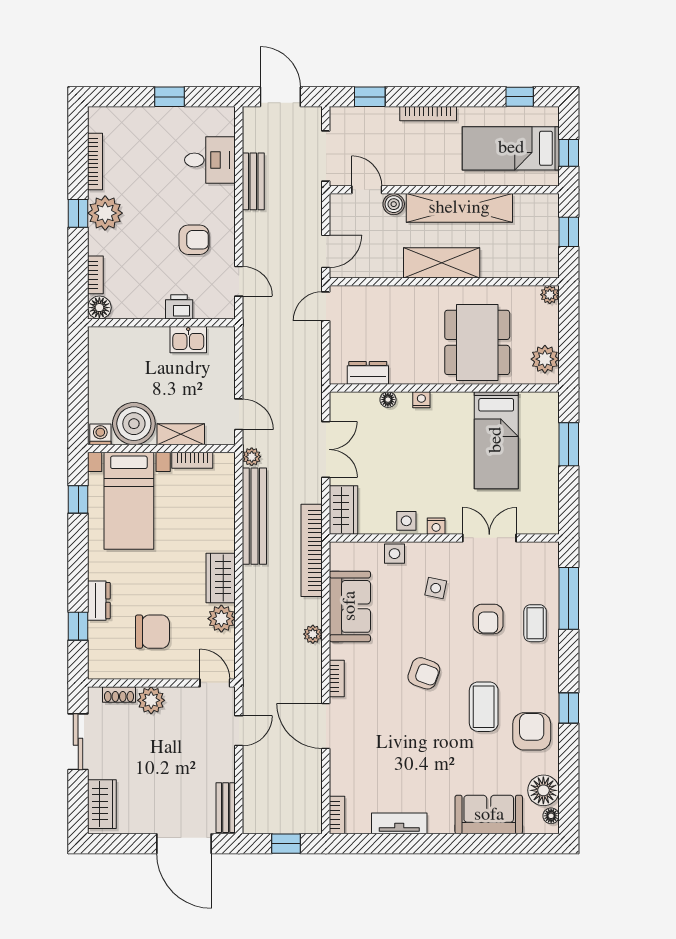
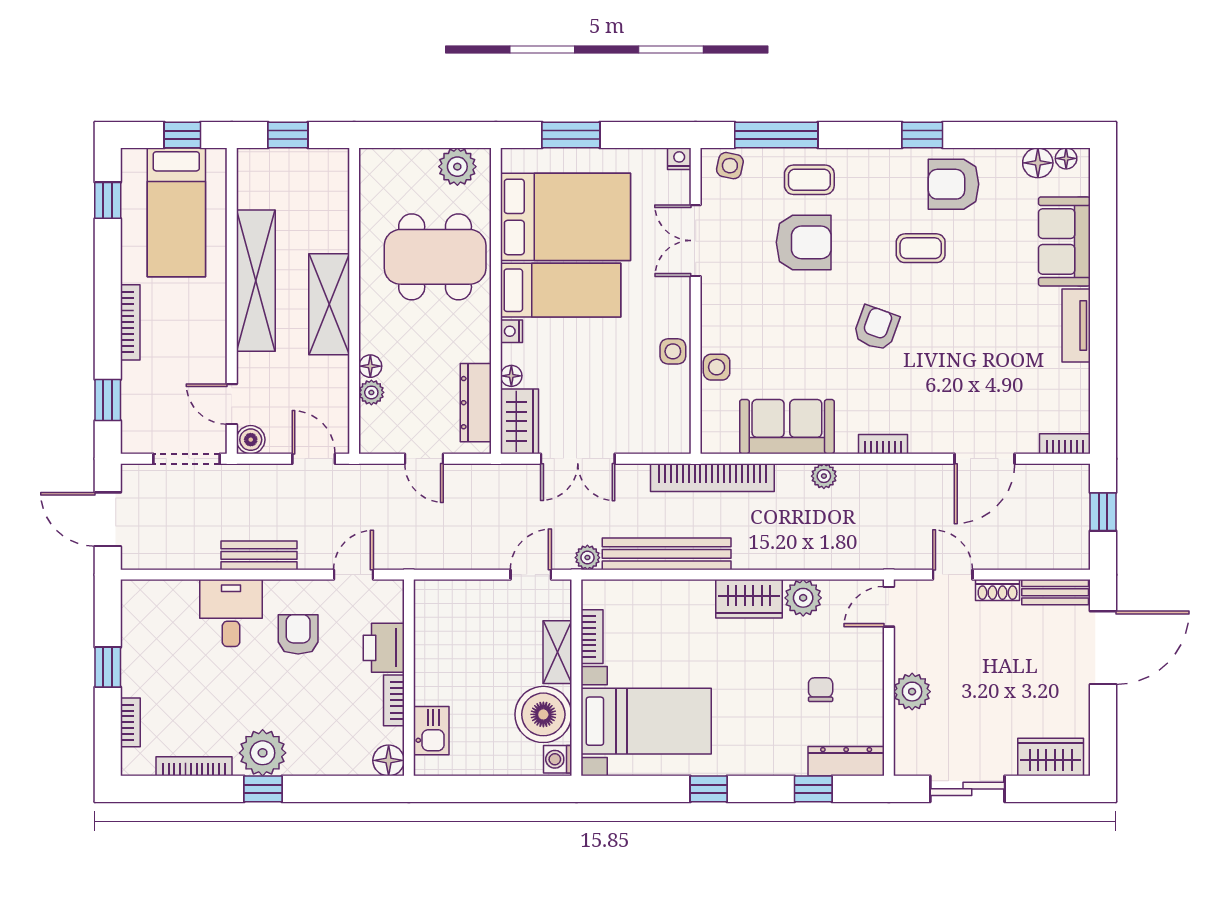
door: (280, 97) -> (108, 519), hinge flipped
bookcase: (128, 114) -> (130, 722), added
desk: (210, 160) -> (231, 613), moved
bench: (253, 181) -> (259, 555), moved
door: (367, 190) -> (232, 404), hinge flipped
boiler: (394, 204) -> (251, 440), moved
bookcase: (95, 275) -> (394, 700), moved, turned -90
floor lamp: (395, 294) -> (370, 366), added
plant: (550, 295) -> (371, 392), moved
door: (326, 306) -> (424, 459), moved
printer: (179, 307) -> (384, 648), width x1.36, depth x1.24
kitchen sink: (188, 340) -> (431, 731), moved
dresser: (368, 373) -> (476, 403), width x1.44
bed: (452, 437) -> (561, 290), added
bed: (496, 440) -> (566, 217), width x1.50
double door: (326, 449) -> (578, 459), swing flipped
window: (78, 499) -> (709, 789), moved
wardrobe: (344, 510) -> (519, 421), moved, turned 90
nightstand: (436, 526) -> (679, 159), moved, turned -90
side table: (436, 588) -> (730, 166), moved
dresser: (99, 601) -> (846, 761), moved, width x1.44
armchair: (488, 619) -> (804, 242), width x1.38, depth x1.38
chair: (152, 632) -> (821, 690), width x0.54, depth x0.54
shoe rack: (119, 694) -> (998, 590), moved, turned 90
coffee table: (484, 707) -> (921, 248), width x0.73, depth x0.77
door: (326, 726) -> (984, 459), moved
floor lamp: (543, 790) -> (1038, 163), width x0.73, depth x0.73
tv unit: (399, 823) -> (1076, 325), moved

